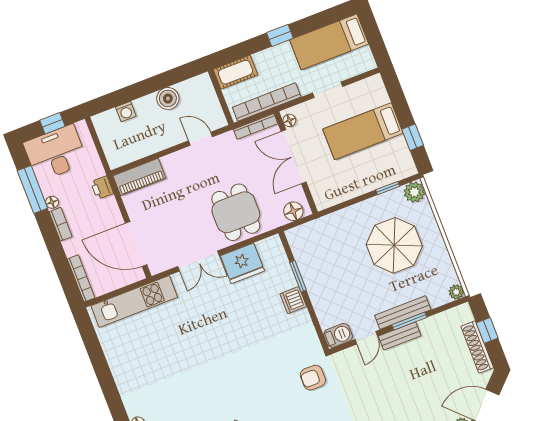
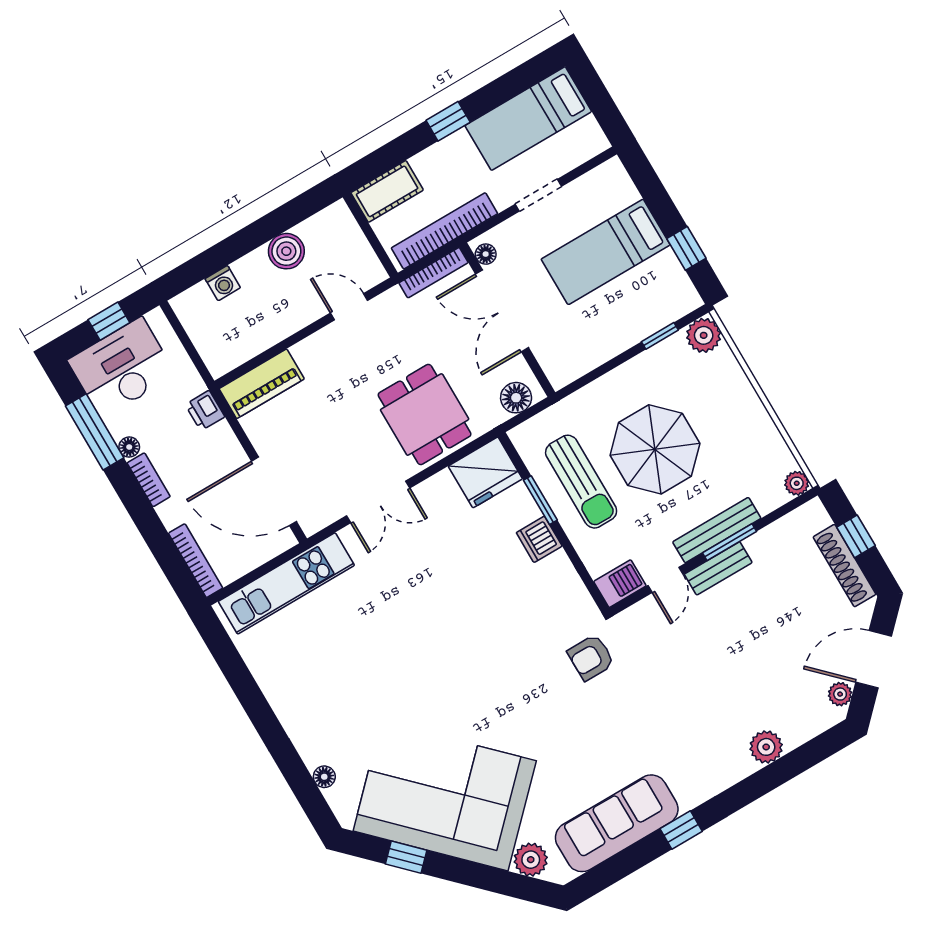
parasol: (394, 245) -> (655, 449), moved
fridge: (242, 263) -> (485, 472), moved
sun lounger: (325, 269) -> (581, 482), added

